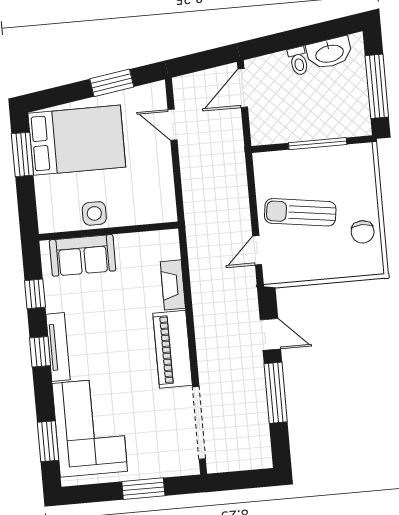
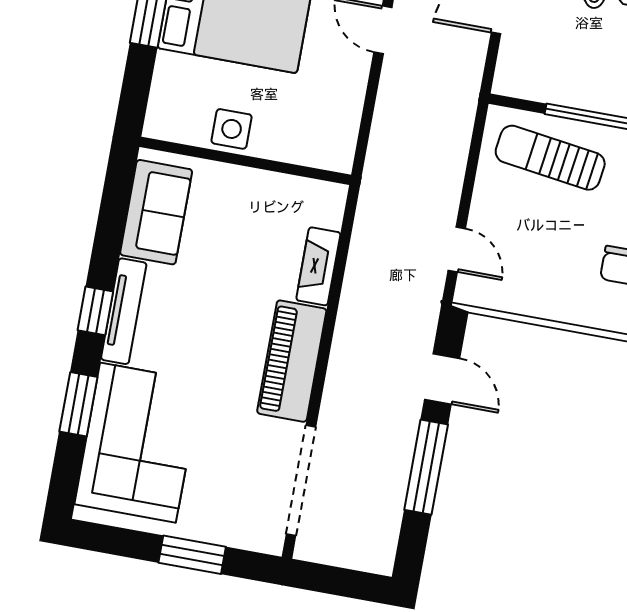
sun lounger: (300, 212) -> (550, 158), moved
door: (257, 250) -> (457, 249), swing flipped
sofa: (83, 255) -> (156, 212), moved, turned -90
window: (35, 294) -> (111, 223), removed
window: (48, 441) -> (78, 404), moved

